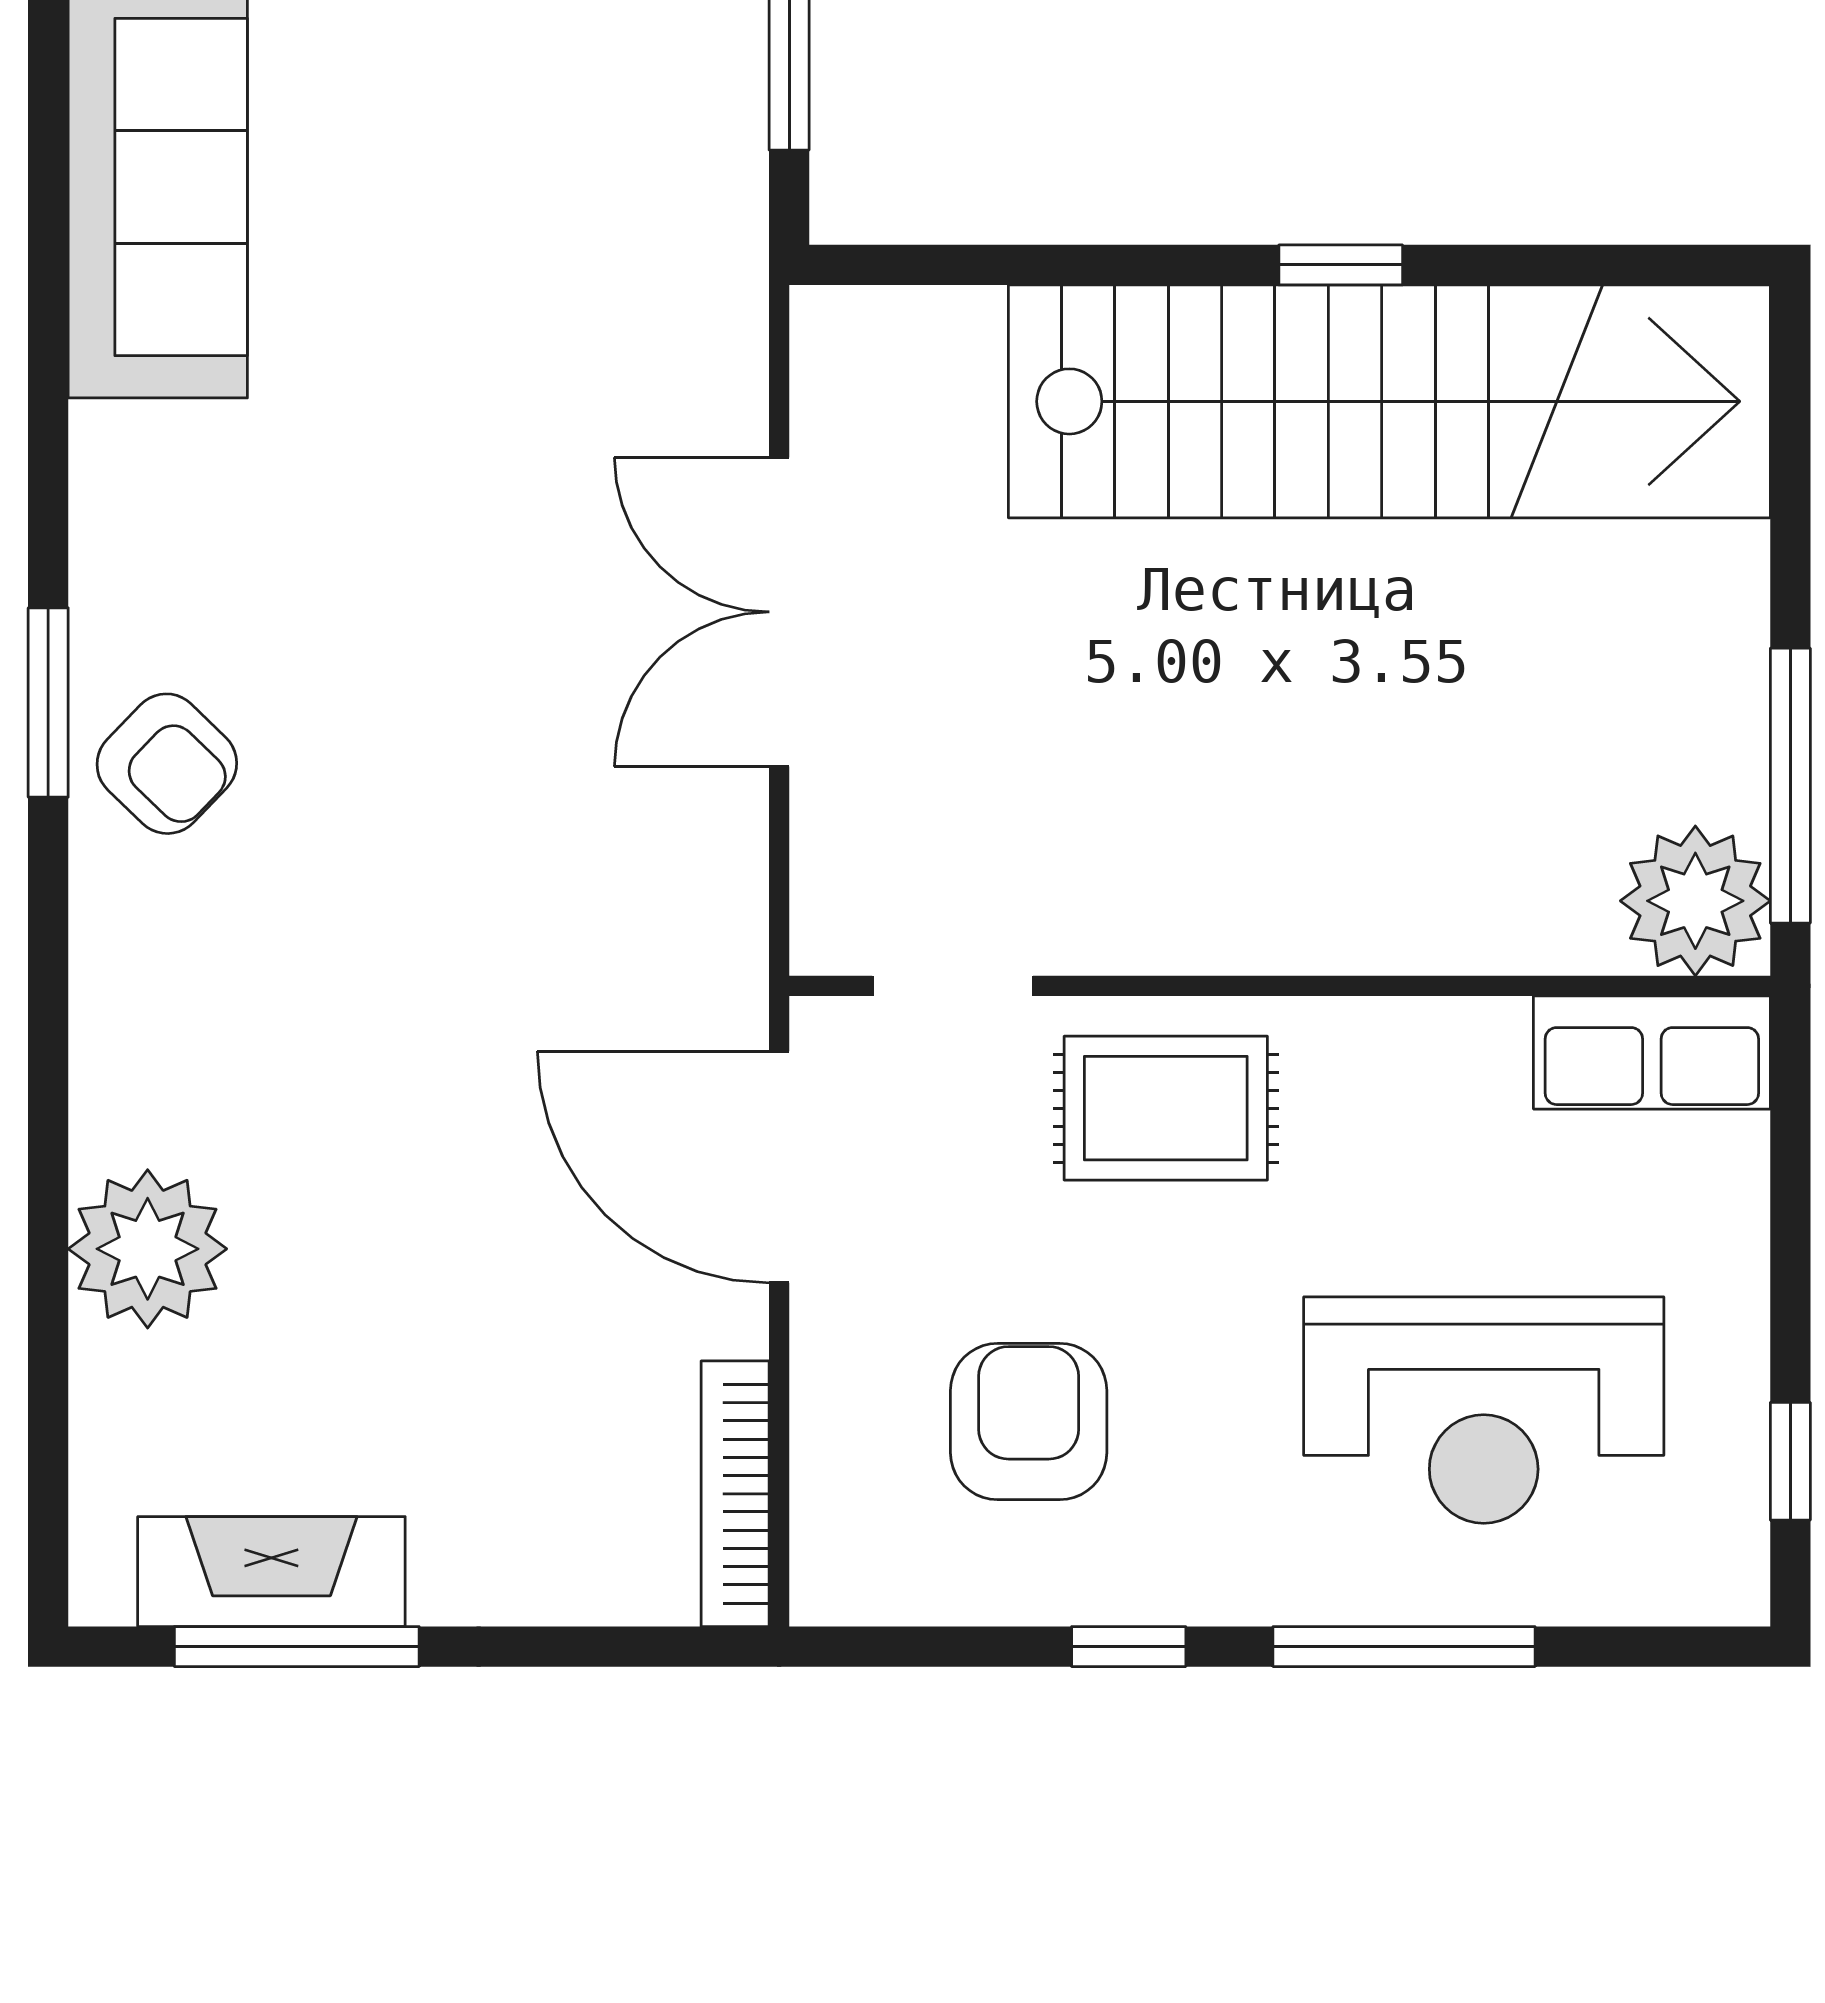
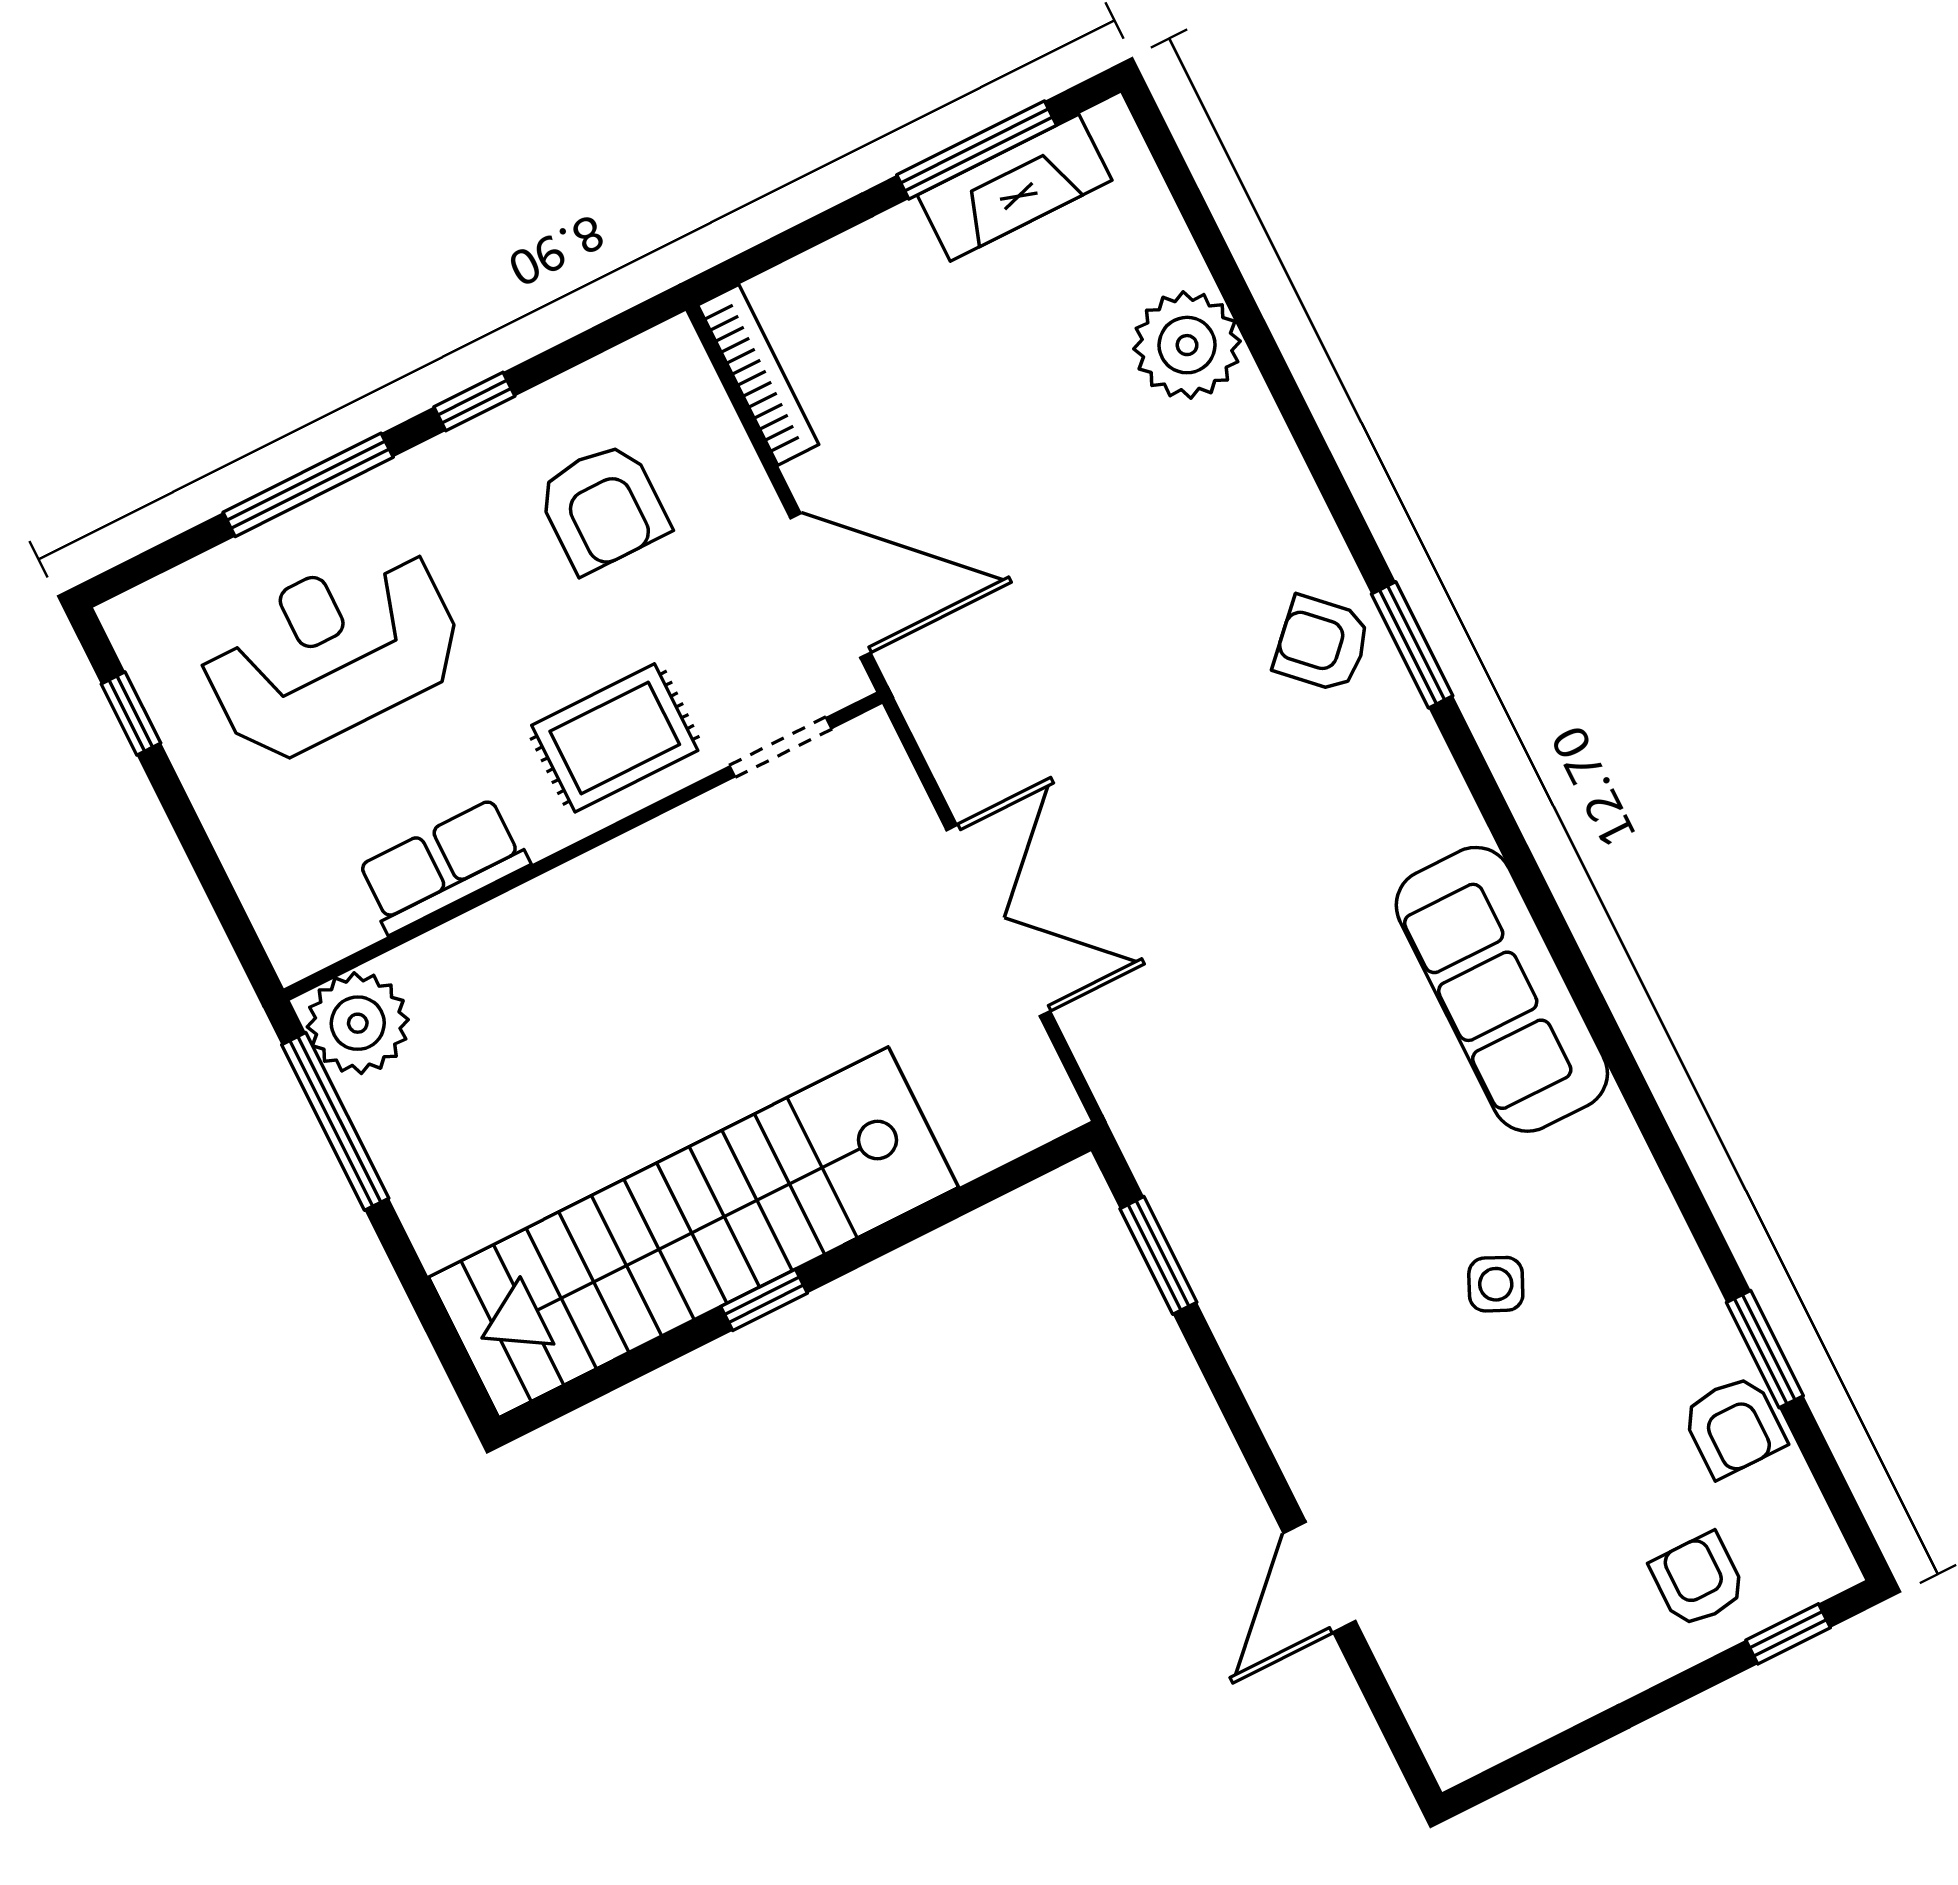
row of seats: (1652, 1052) -> (443, 866), moved

